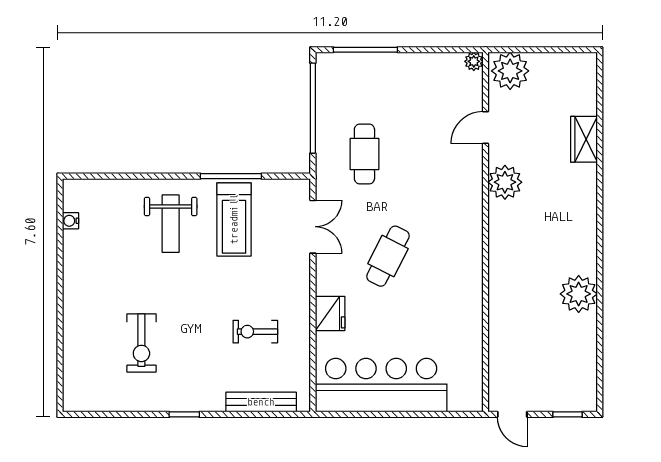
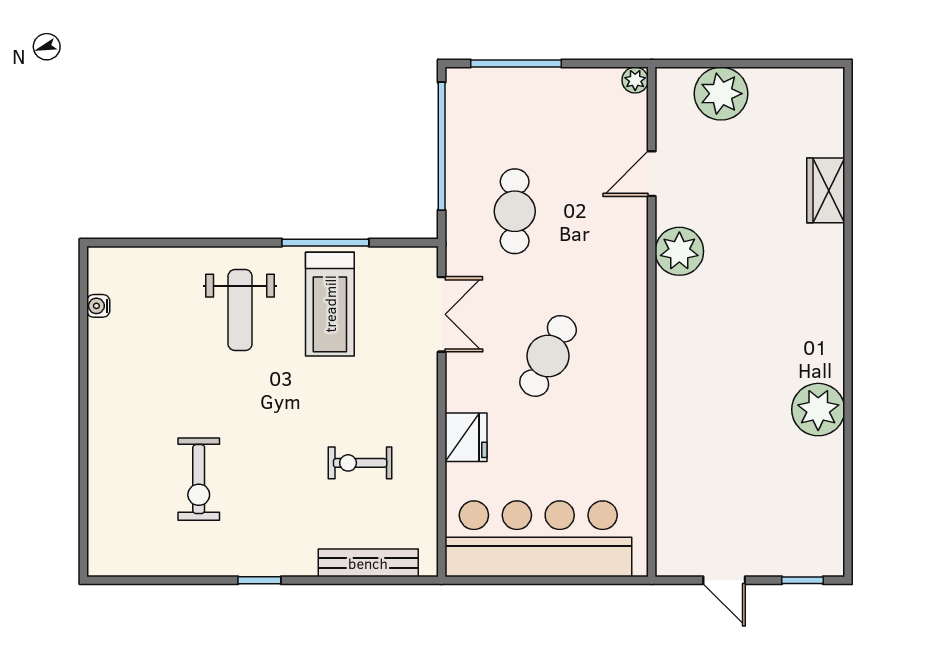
plant: (474, 61) -> (635, 80), moved
door: (485, 127) -> (652, 174), moved
plant: (505, 182) -> (679, 251), moved
wall: (485, 232) -> (652, 322), moved

